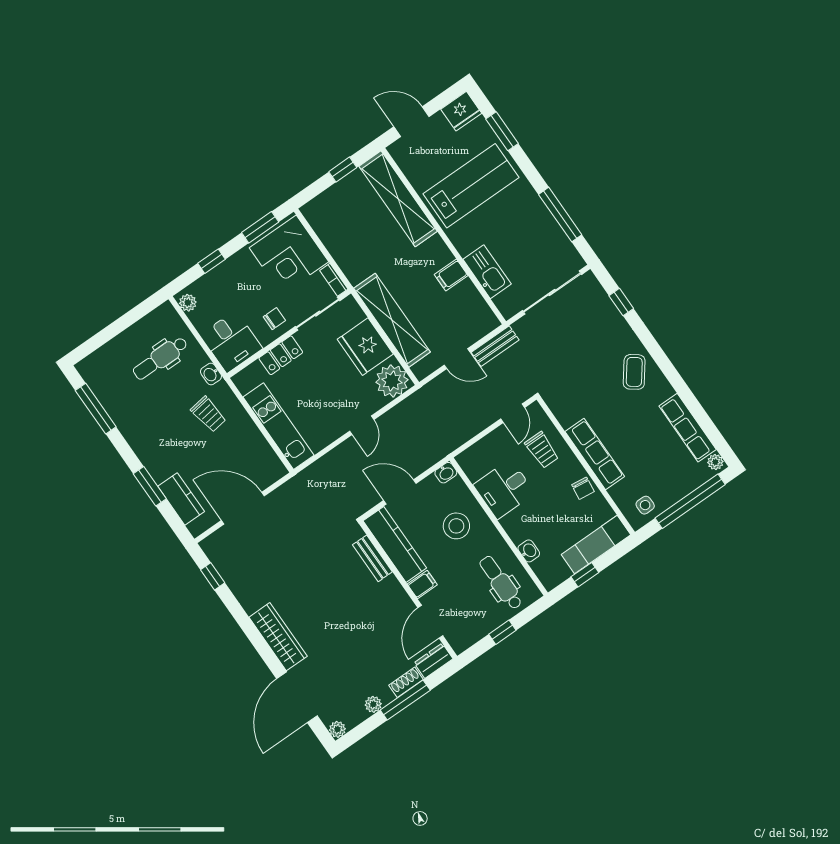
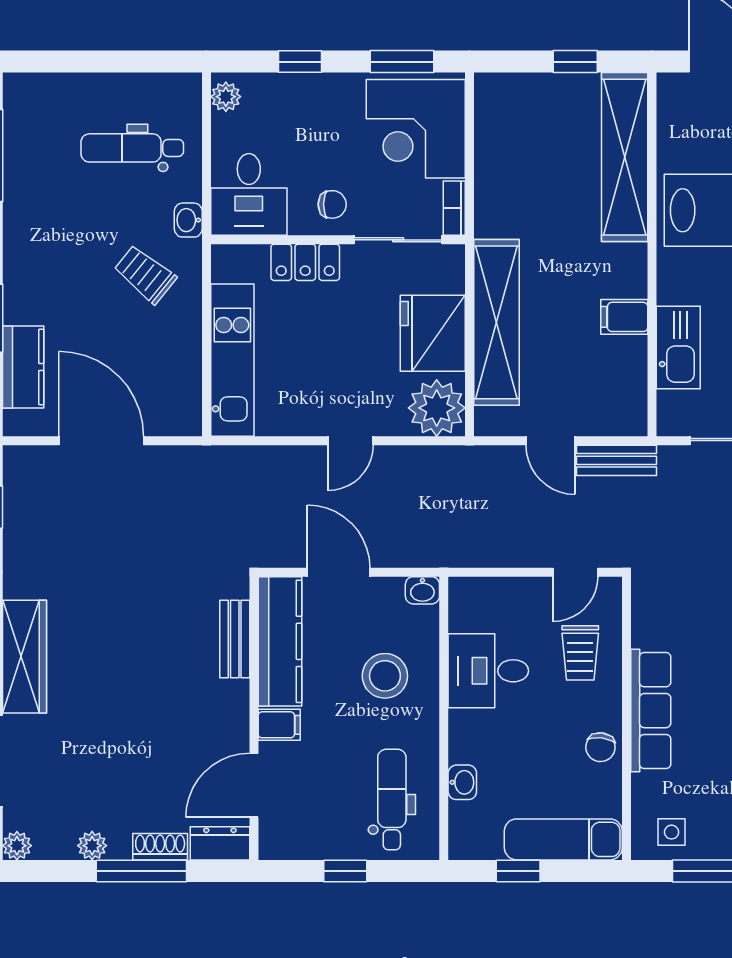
trolley: (208, 414) -> (145, 274), turned 137

